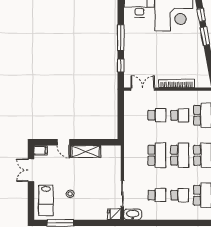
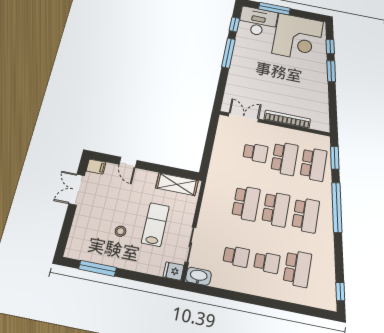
window: (121, 65) -> (234, 24), moved
school desk: (180, 115) -> (285, 158), width x1.85
shelving: (86, 151) -> (177, 184), moved
lab bench: (46, 200) -> (155, 225), moved, turned 180

